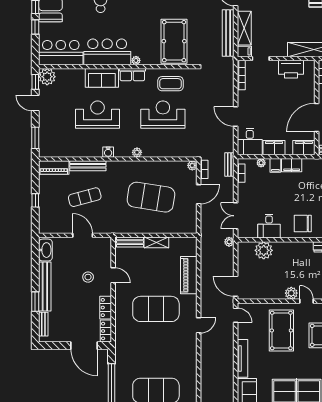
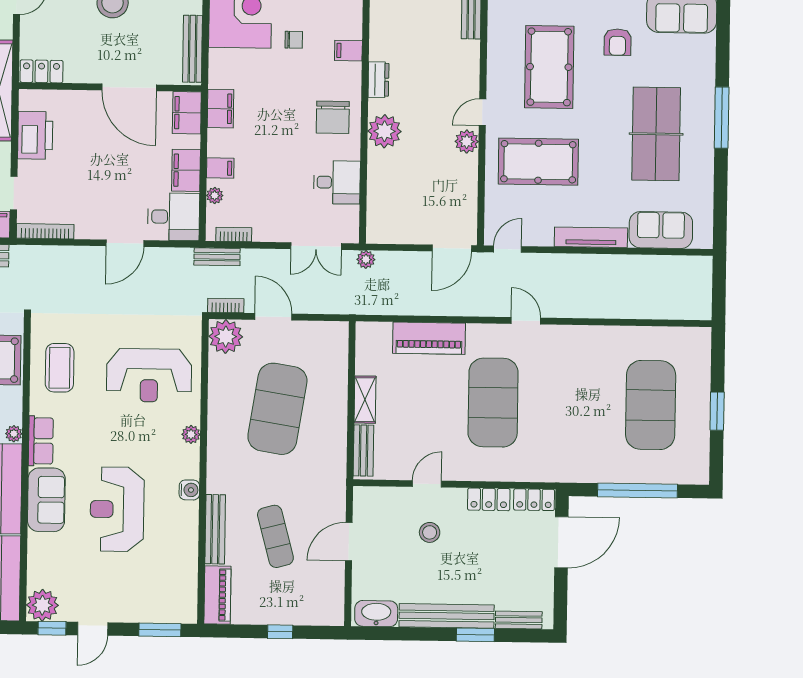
reception desk: (163, 115) -> (149, 375), moved, turned -90
plant: (192, 165) -> (226, 337), width x1.87, depth x1.87
filing cabinet: (292, 165) -> (221, 109), moved
plant: (264, 250) -> (385, 131), moved

